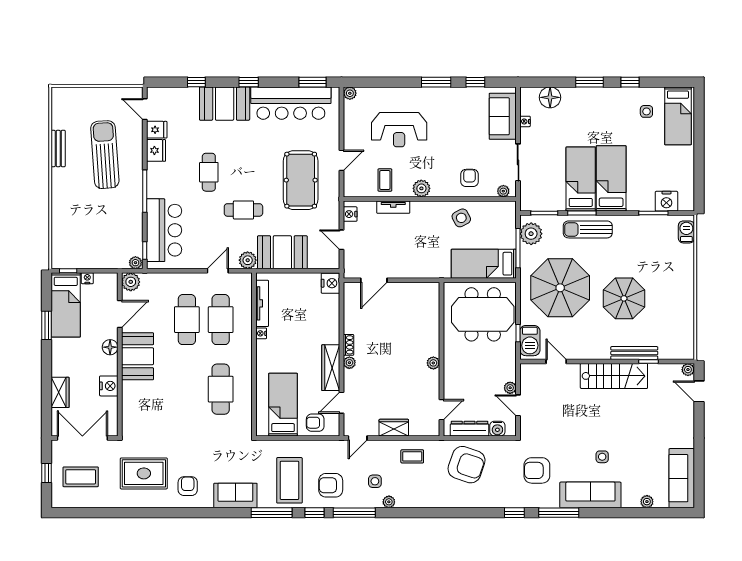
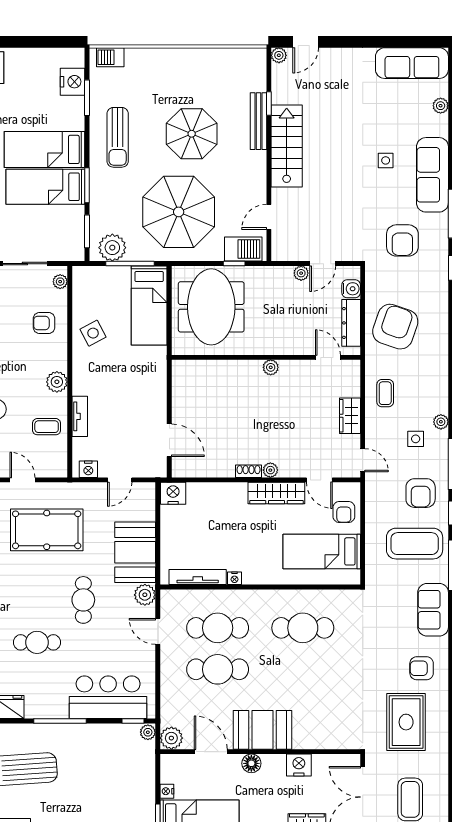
sun lounger: (588, 229) -> (118, 137), moved

